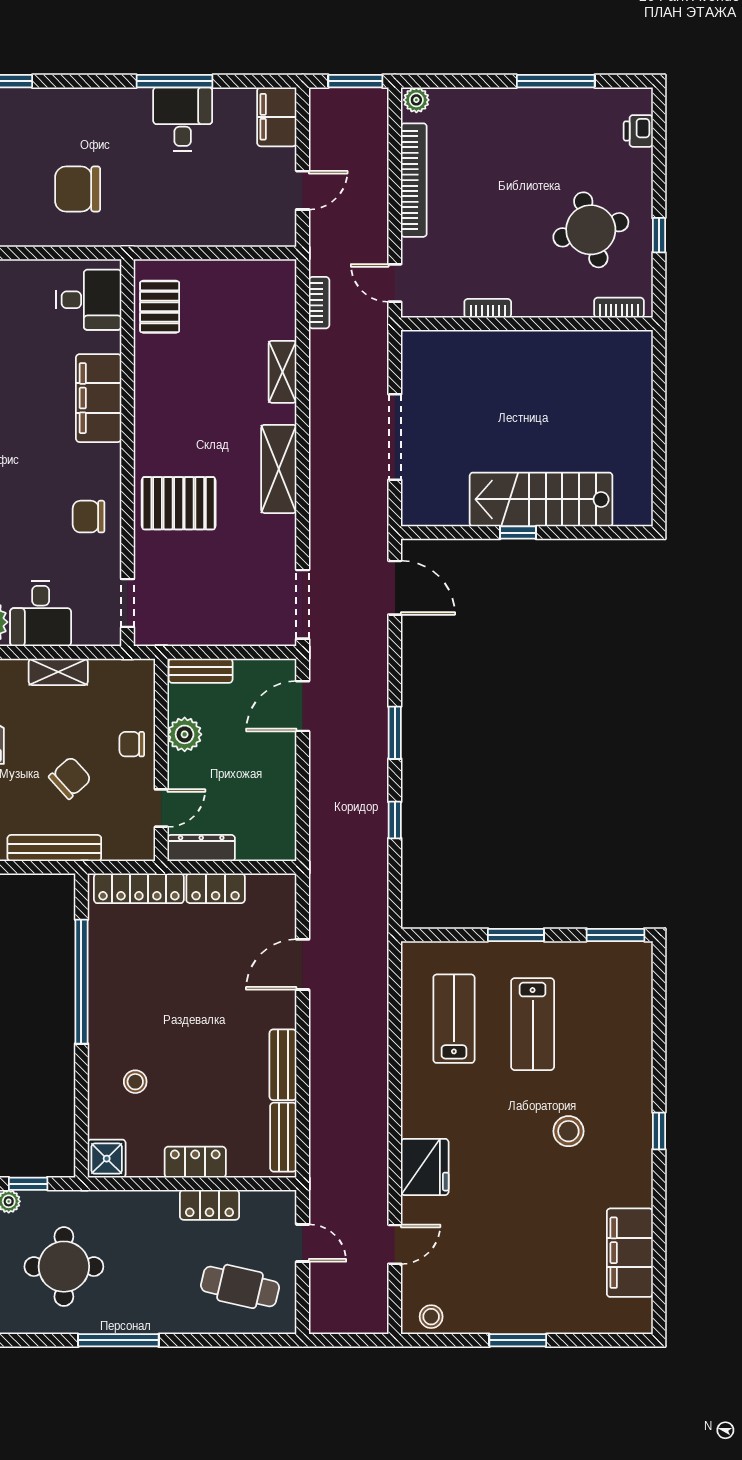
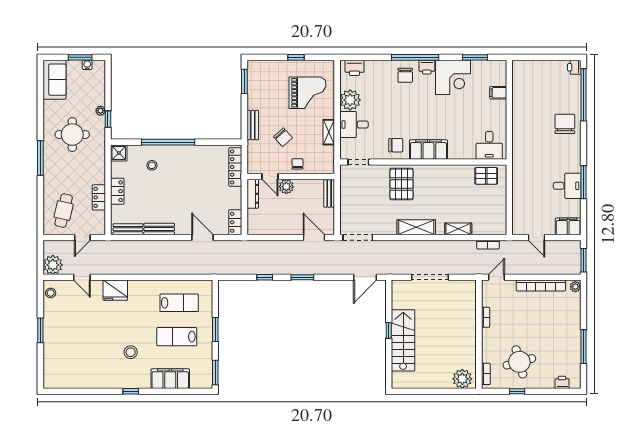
chair: (78, 189) -> (565, 124), moved
plant: (630, 362) -> (462, 379), added
filing cabinet: (99, 398) -> (428, 150), moved
chair: (89, 517) -> (396, 145), turned 90
plant: (185, 734) -> (286, 187), moved
bench: (54, 848) -> (253, 125), width x0.73
locker: (216, 888) -> (235, 222), moved
window: (81, 982) -> (168, 142), moved
filing cabinet: (630, 1253) -> (170, 379), moved
plant: (366, 1312) -> (53, 265), added

